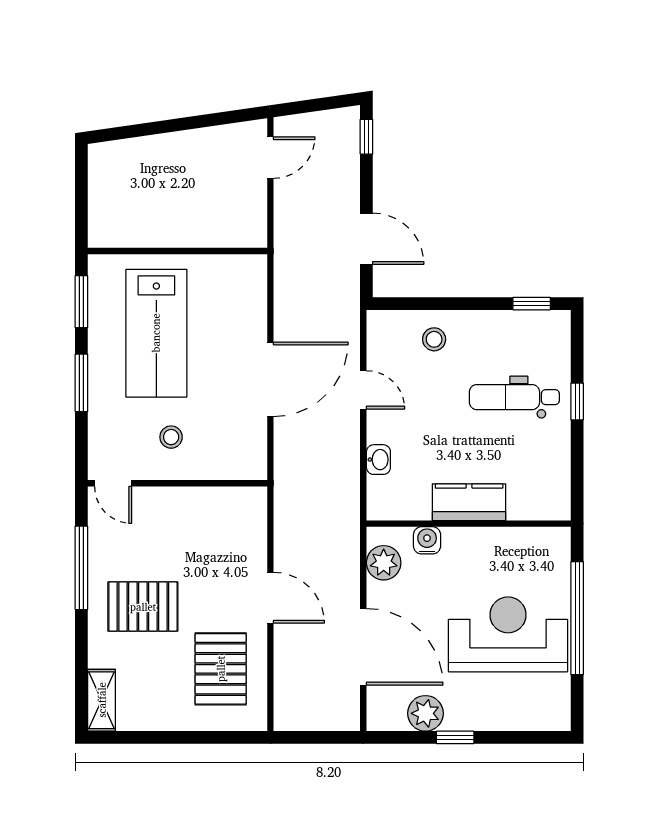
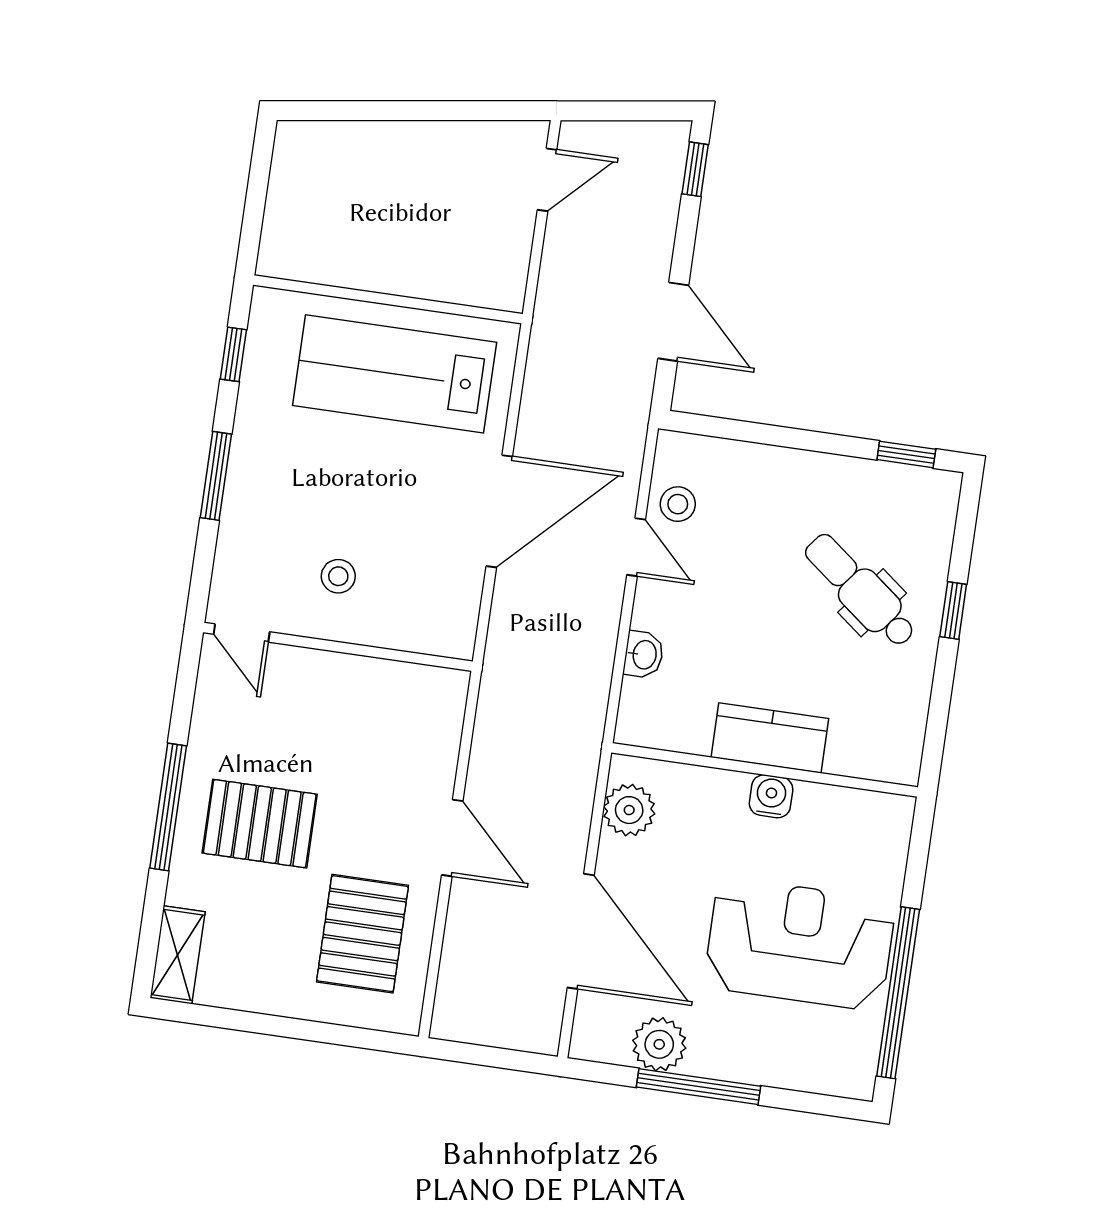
window: (81, 302) -> (233, 354), width x0.67
lab bench: (156, 333) -> (395, 374), moved, turned 90
stool: (434, 339) -> (678, 504), moved
dental chair: (514, 397) -> (860, 590), turned 38
water cooler: (427, 540) -> (771, 796), moved
window: (81, 568) -> (168, 807), moved
window: (577, 618) -> (898, 993), moved
window: (455, 737) -> (698, 1087), width x2.17

